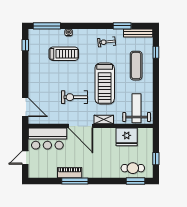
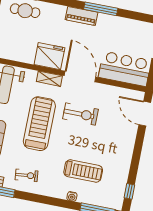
treadmill: (64, 54) -> (83, 171), turned 180
fridge: (127, 137) -> (49, 56), moved
piano: (70, 173) -> (81, 16), moved

